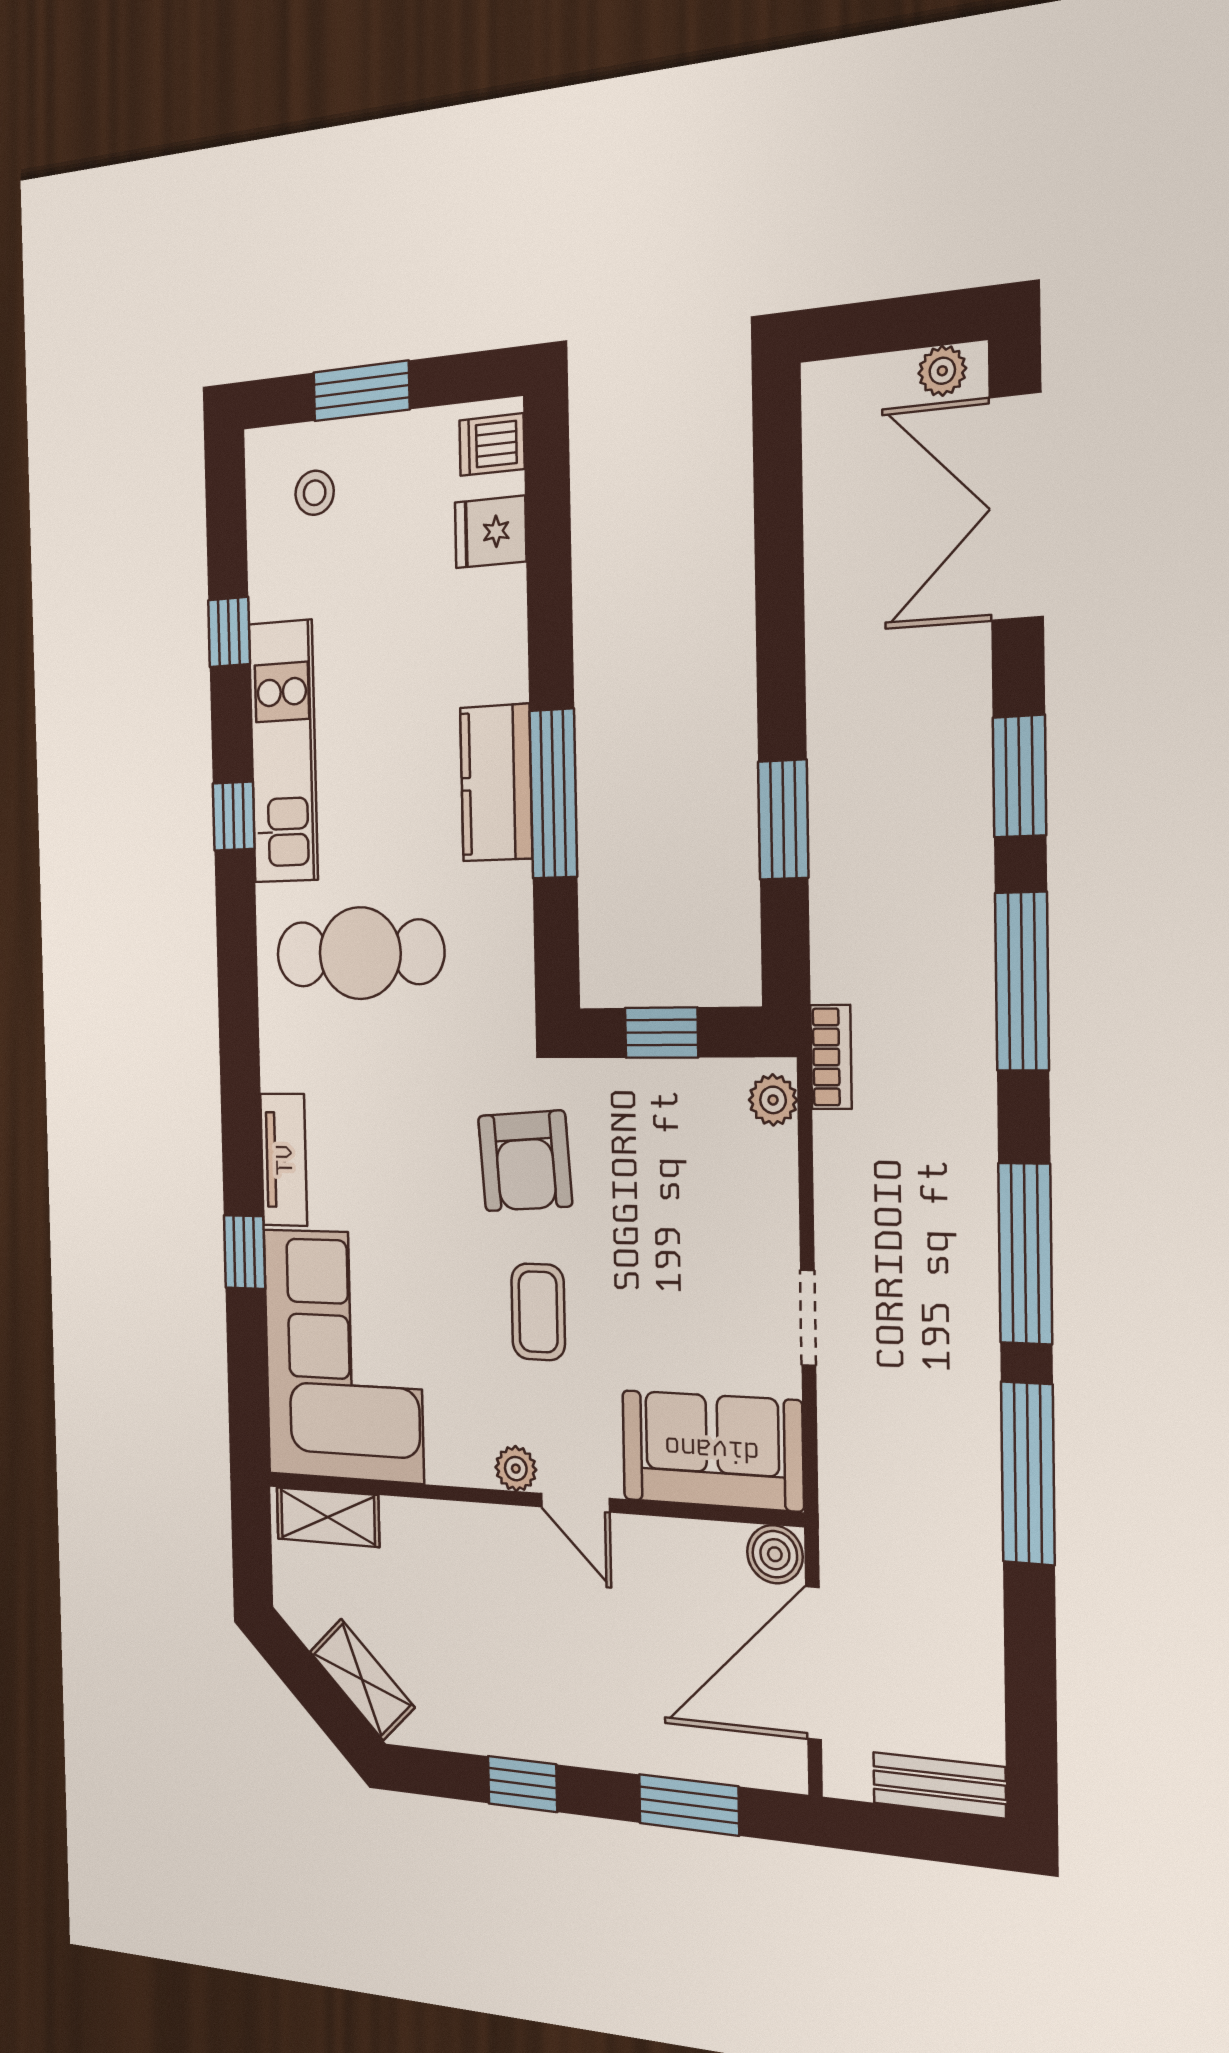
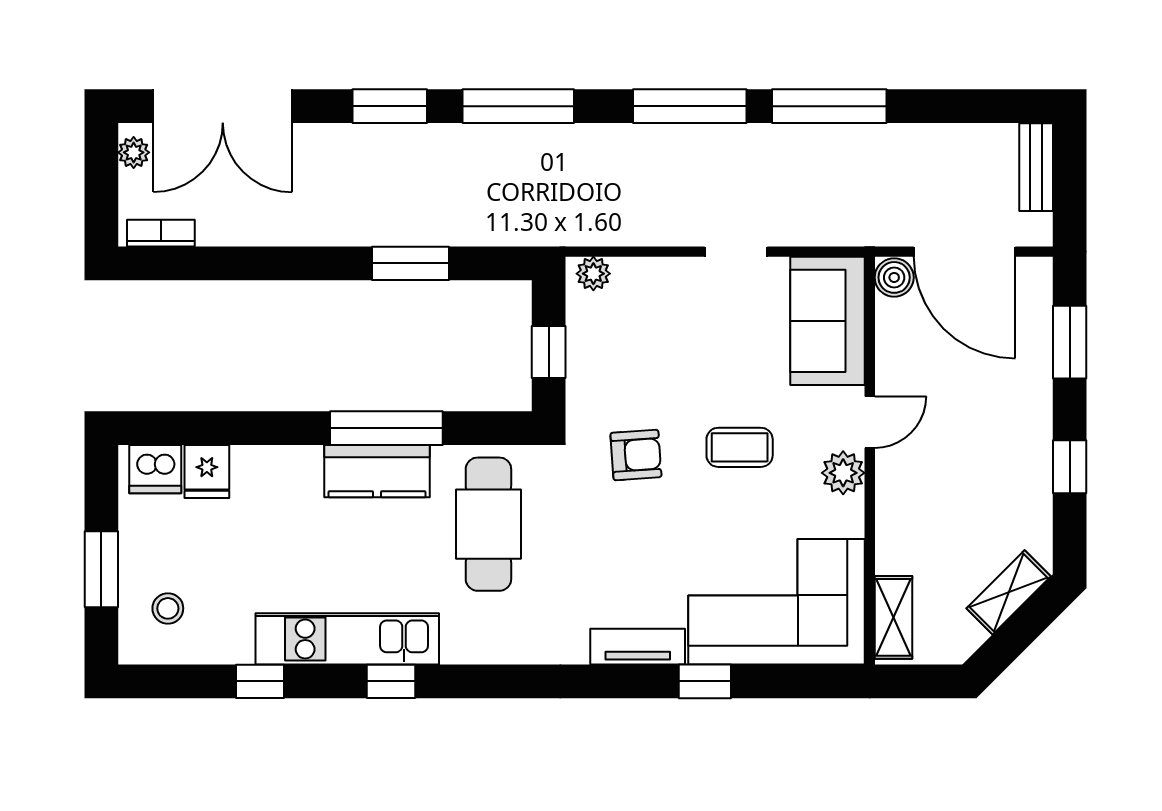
dishwasher: (492, 445) -> (155, 469), width x1.38
cafe table: (360, 953) -> (488, 524), moved
bookcase: (831, 1057) -> (161, 233), moved
armchair: (525, 1161) -> (636, 455), width x0.72, depth x0.72
plant: (516, 1469) -> (843, 473), width x1.38, depth x1.38

